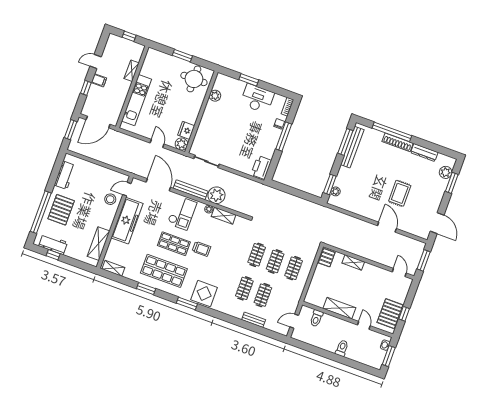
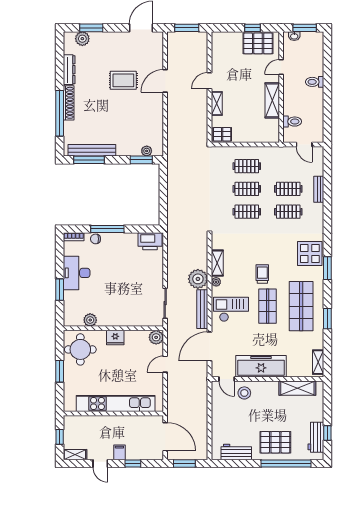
shelving: (132, 71) -> (75, 455), moved
kitchen unit: (137, 100) -> (116, 404), width x1.36
fridge: (186, 130) -> (115, 338), moved
door: (399, 272) -> (210, 81), moved

